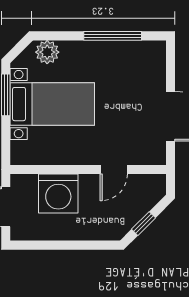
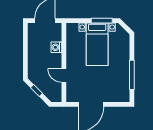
plant: (47, 52) -> (124, 42), removed
washing machine: (58, 193) -> (56, 47), width x0.53, depth x0.53

